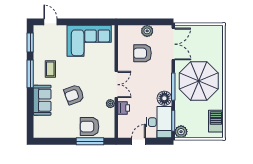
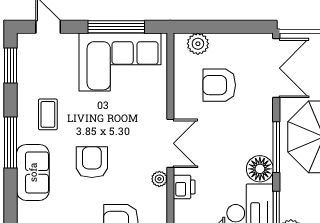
window: (87, 22) -> (116, 27), added
plant: (147, 31) -> (198, 44), moved
window: (30, 74) -> (10, 143), moved
armchair: (74, 95) -> (92, 162), turned 110

